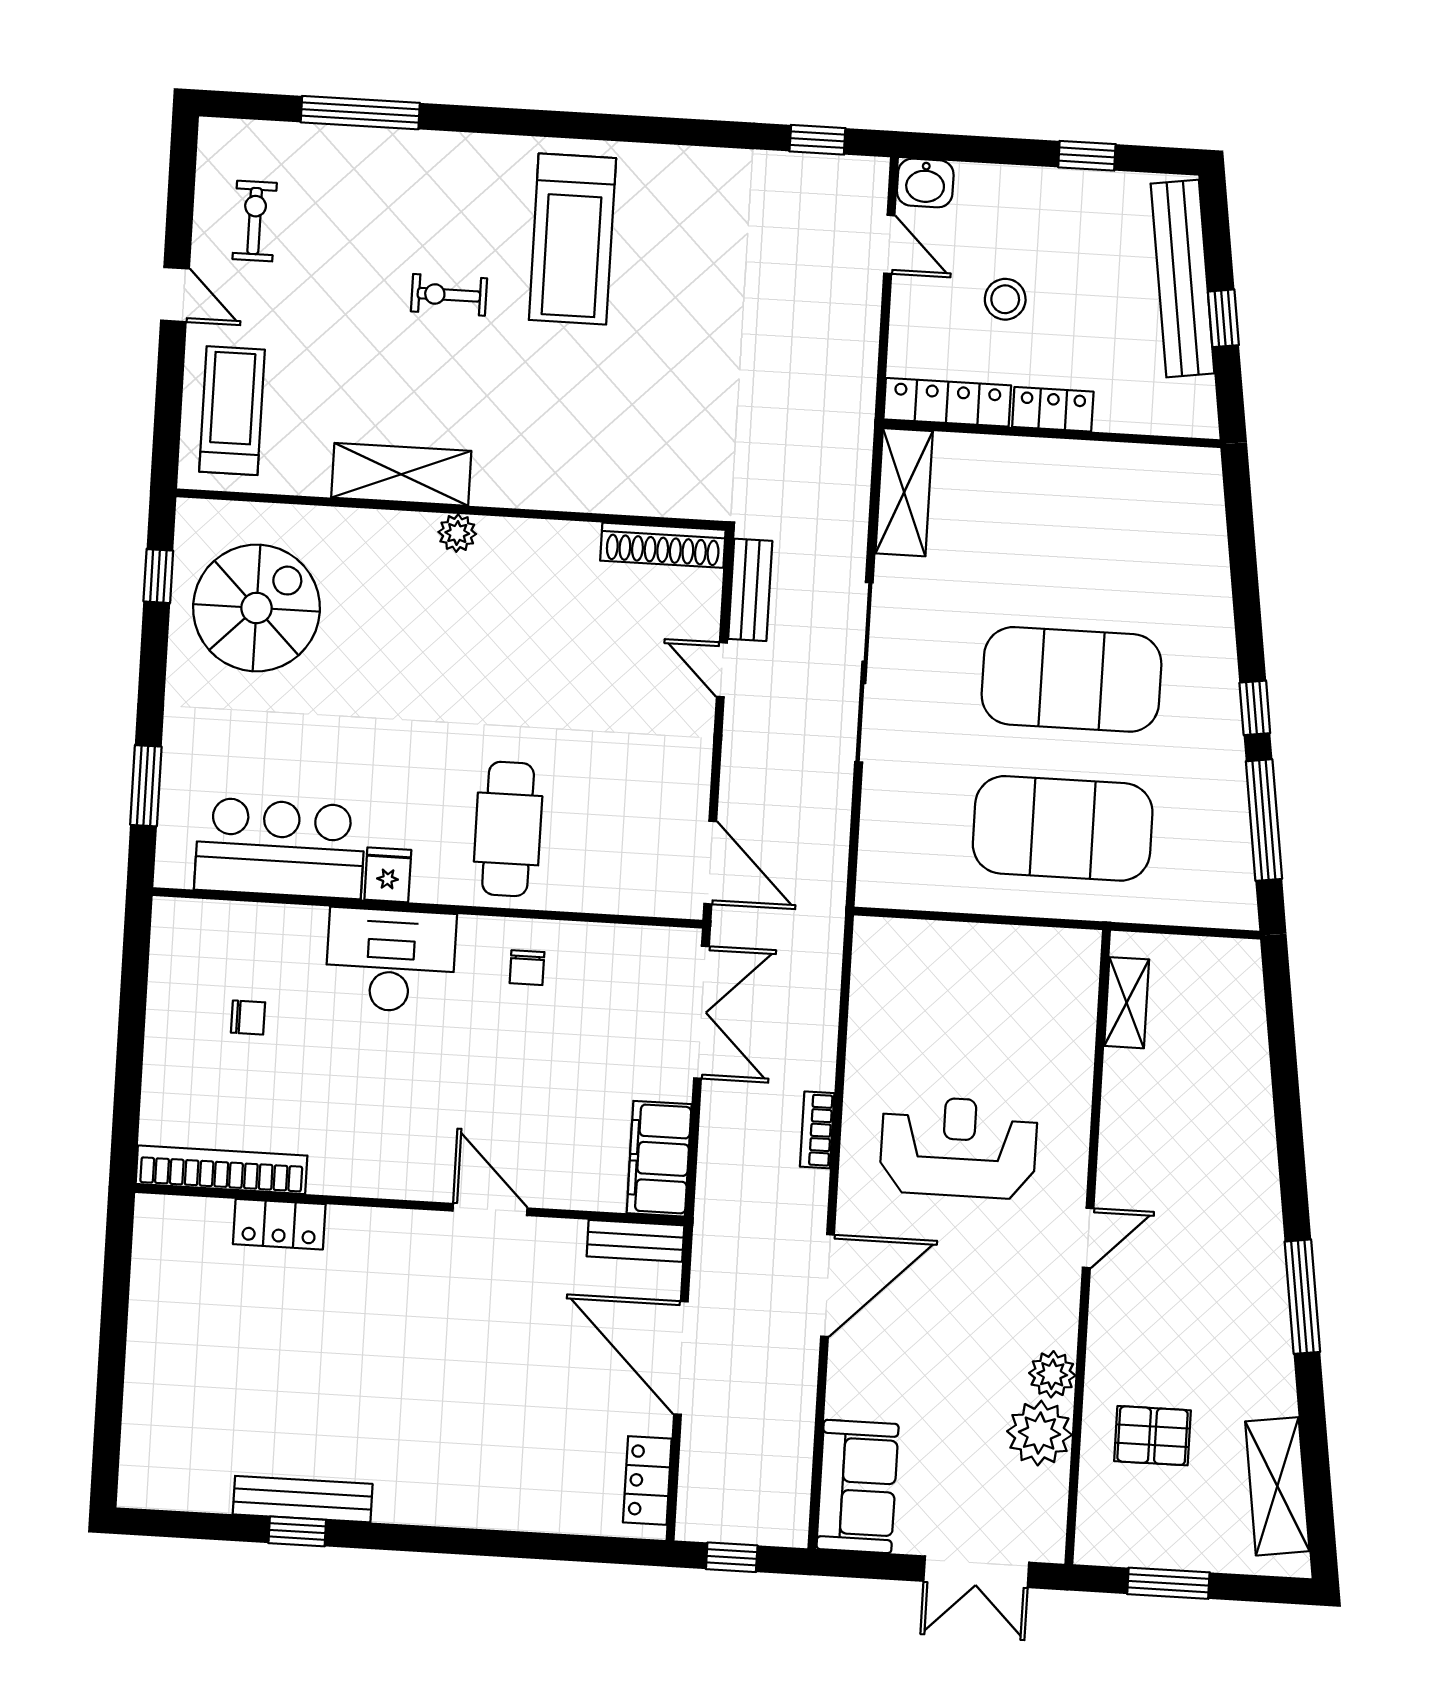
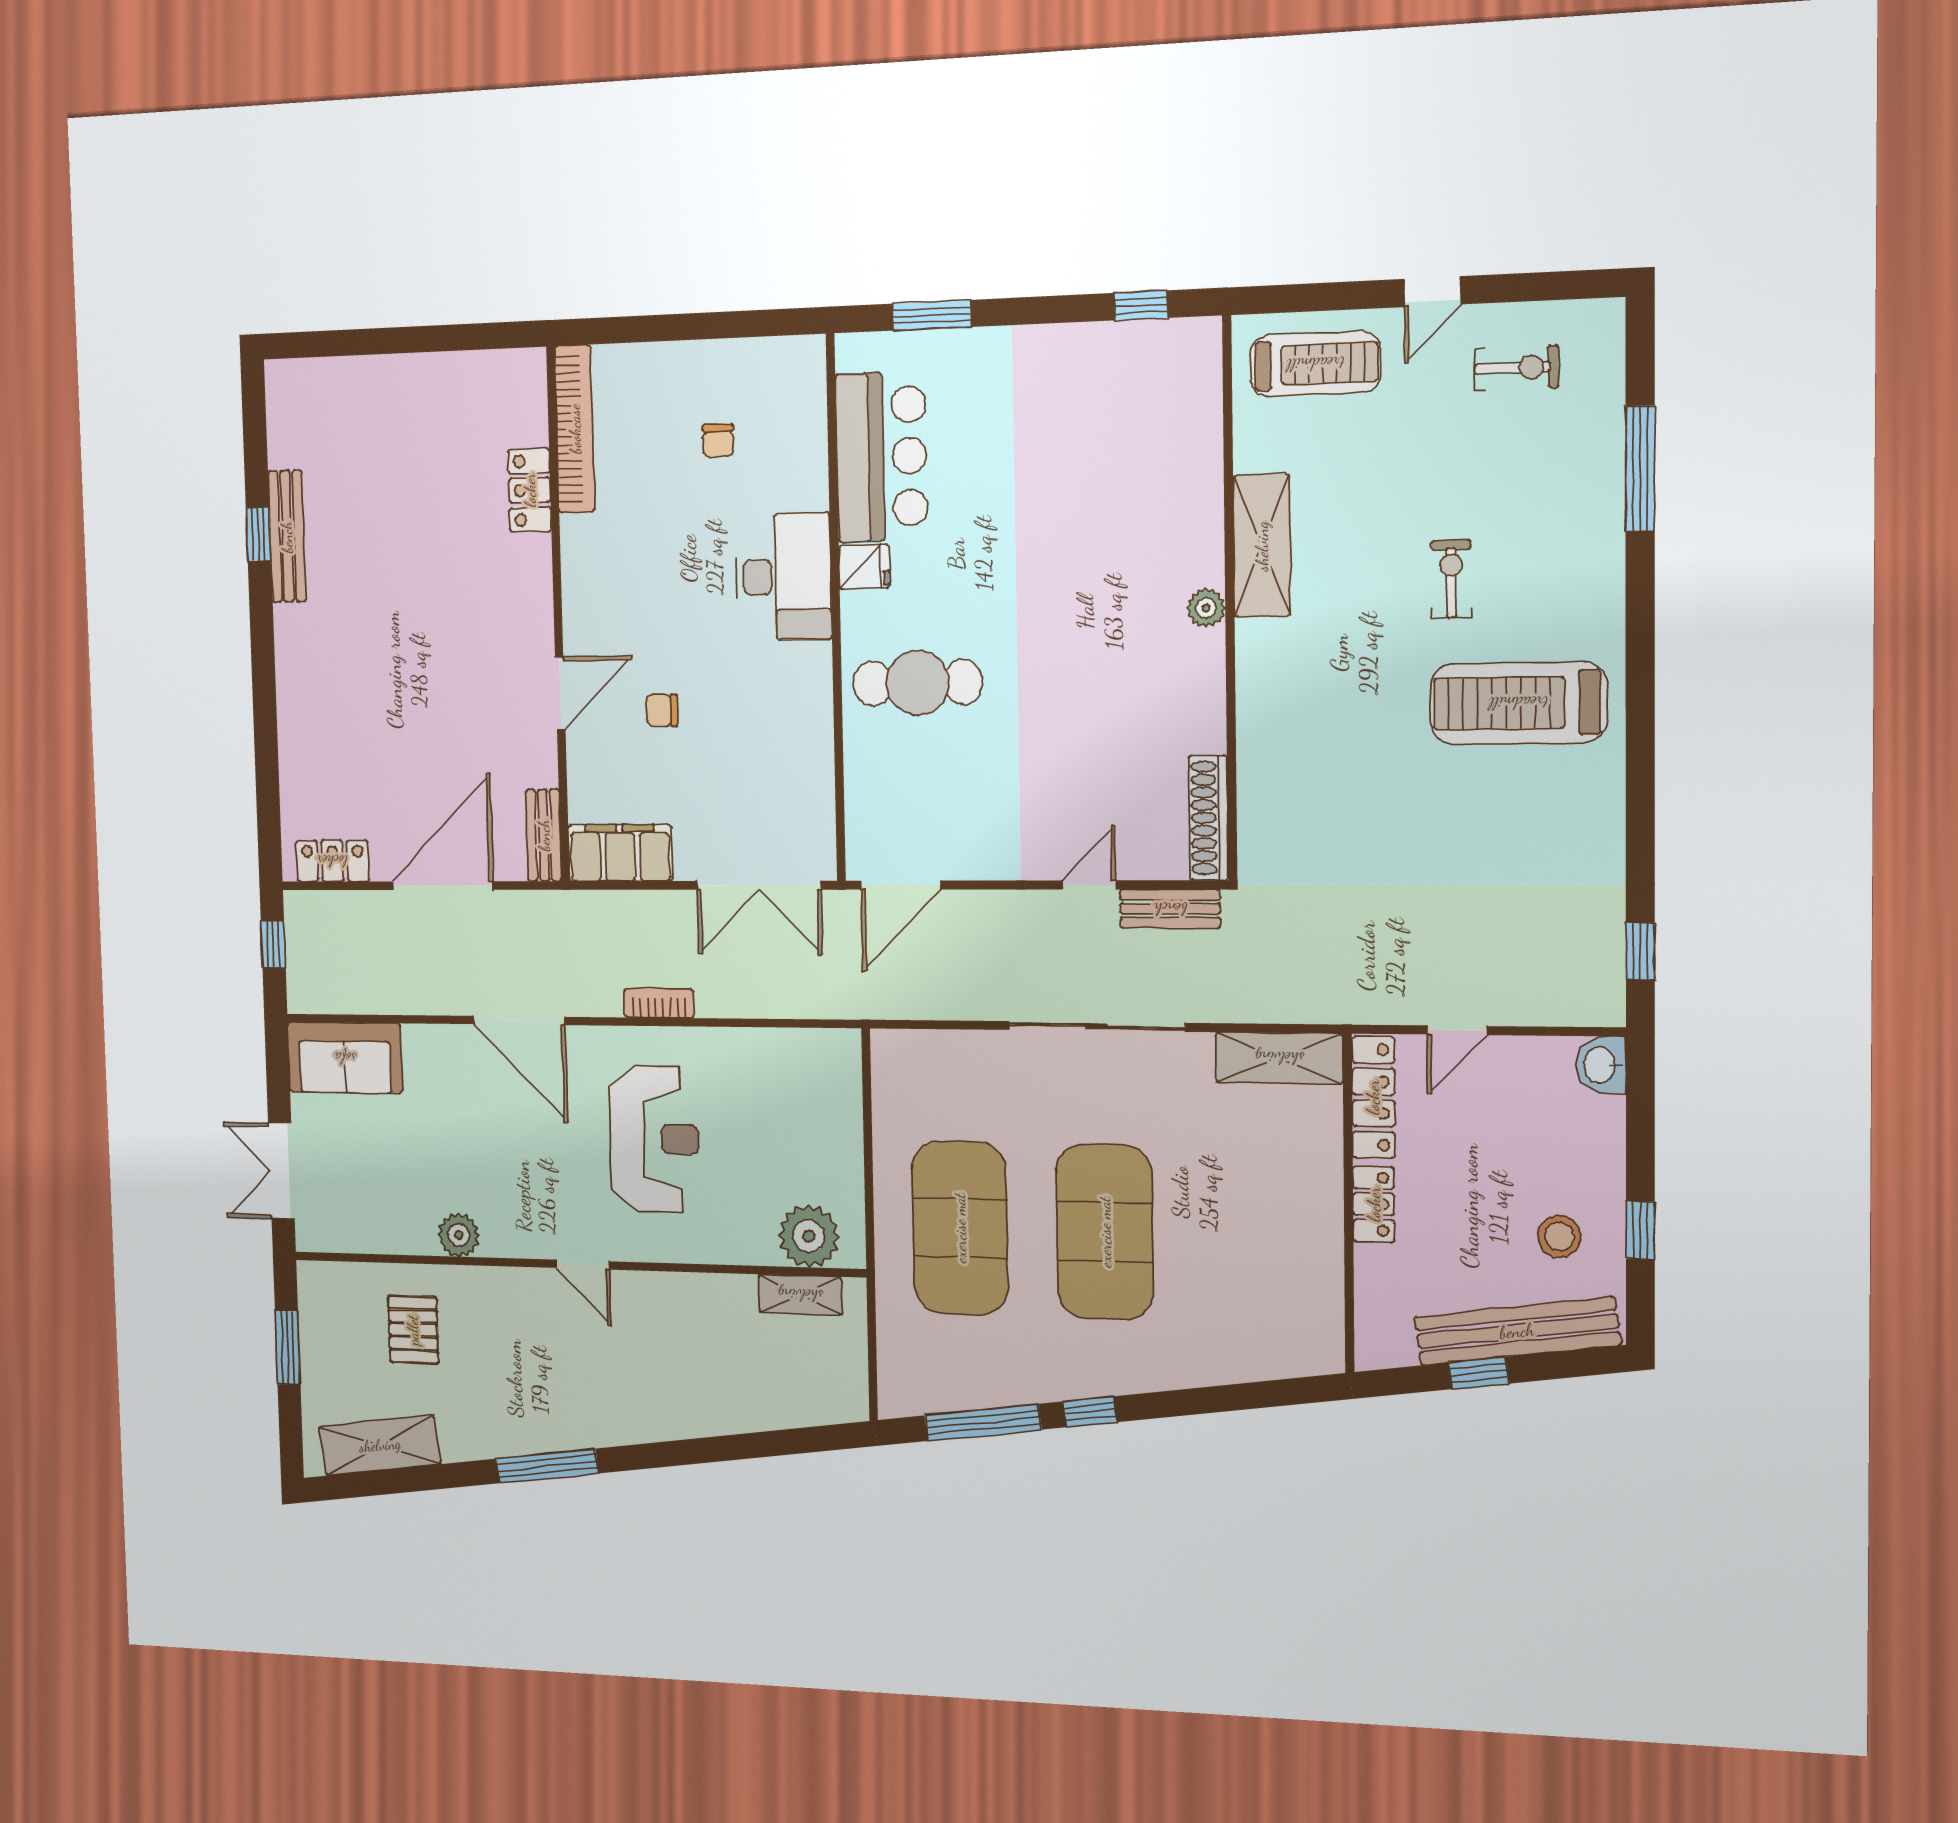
door: (889, 244) -> (1457, 1030), moved
stool: (1005, 299) -> (1560, 1236), moved
spiral stairs: (256, 608) -> (1116, 410), removed
chair: (527, 968) -> (662, 710), moved
plant: (1039, 1433) -> (809, 1236), moved

